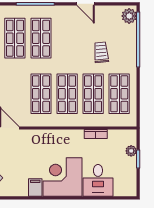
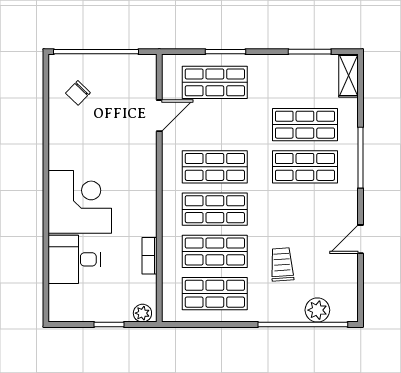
plant: (129, 16) -> (317, 310), moved
trolley: (101, 52) -> (282, 264), turned -89
plant: (131, 151) -> (142, 313), moved
filing cabinet: (35, 188) -> (63, 158), removed

